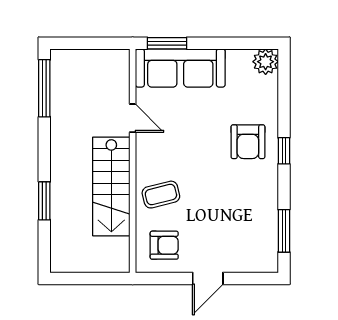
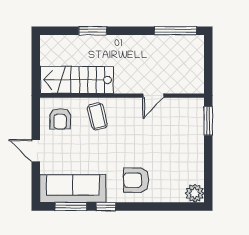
sofa: (180, 68) -> (73, 188), moved, turned 90
window: (284, 151) -> (106, 207), moved
stairs: (111, 186) -> (77, 80), moved

